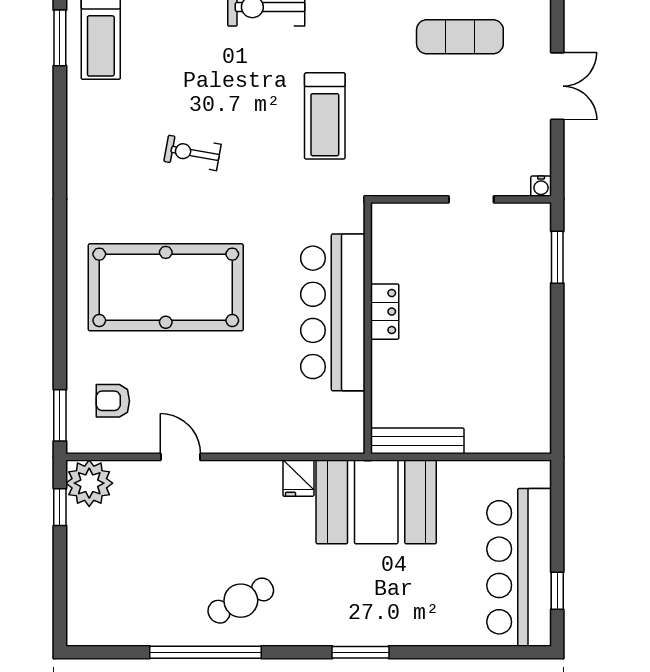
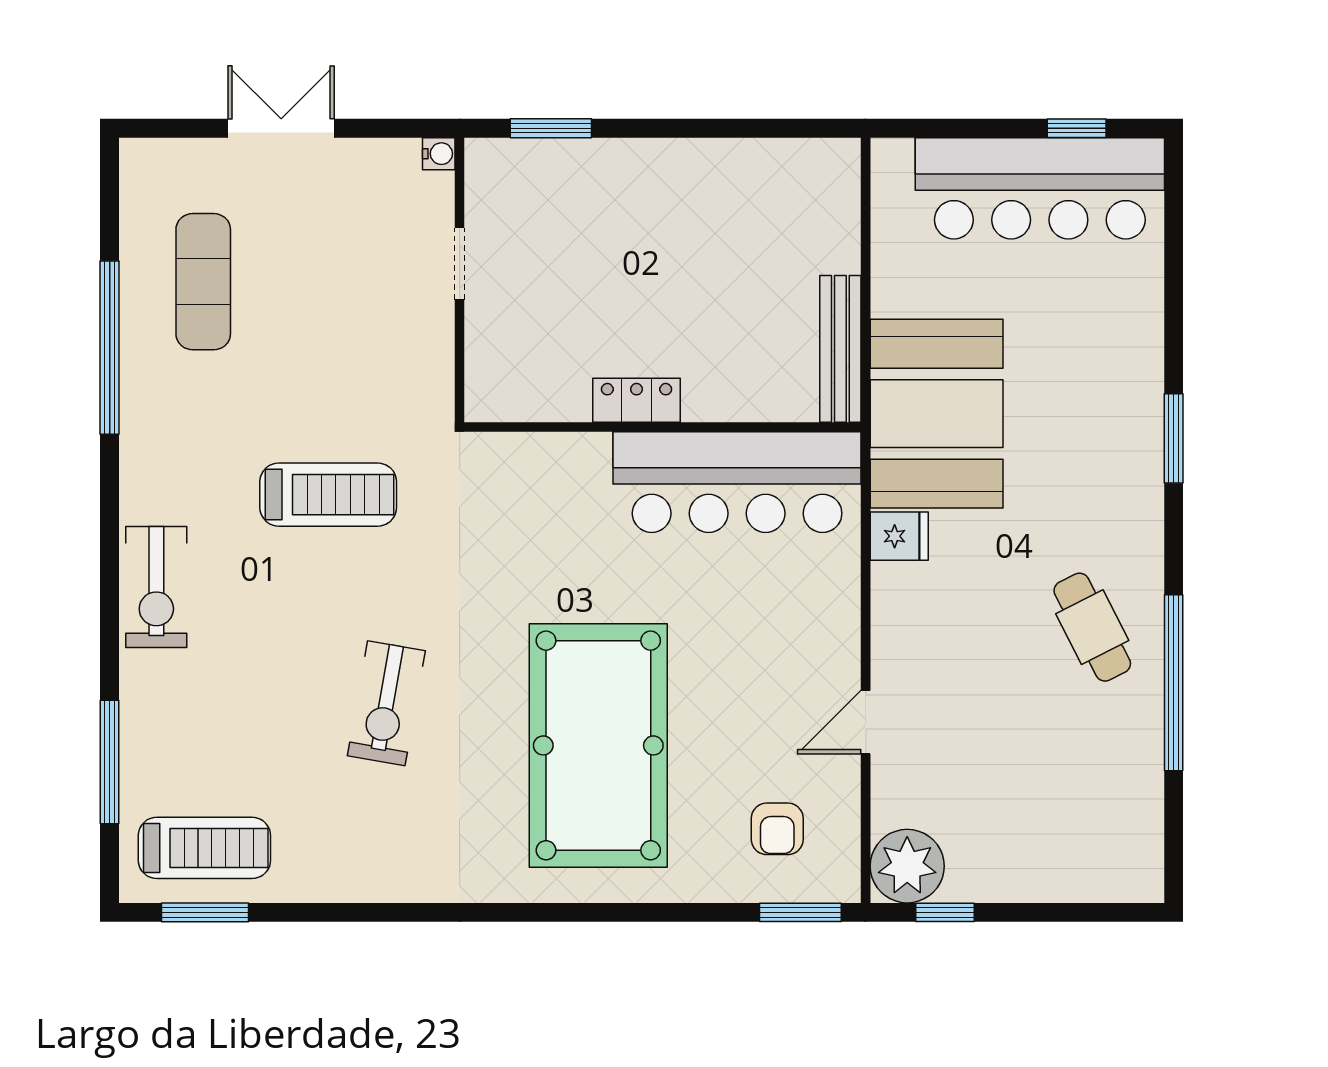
exercise bike: (193, 153) -> (386, 703), width x1.38, depth x1.39
bar counter: (333, 312) -> (737, 482), moved

